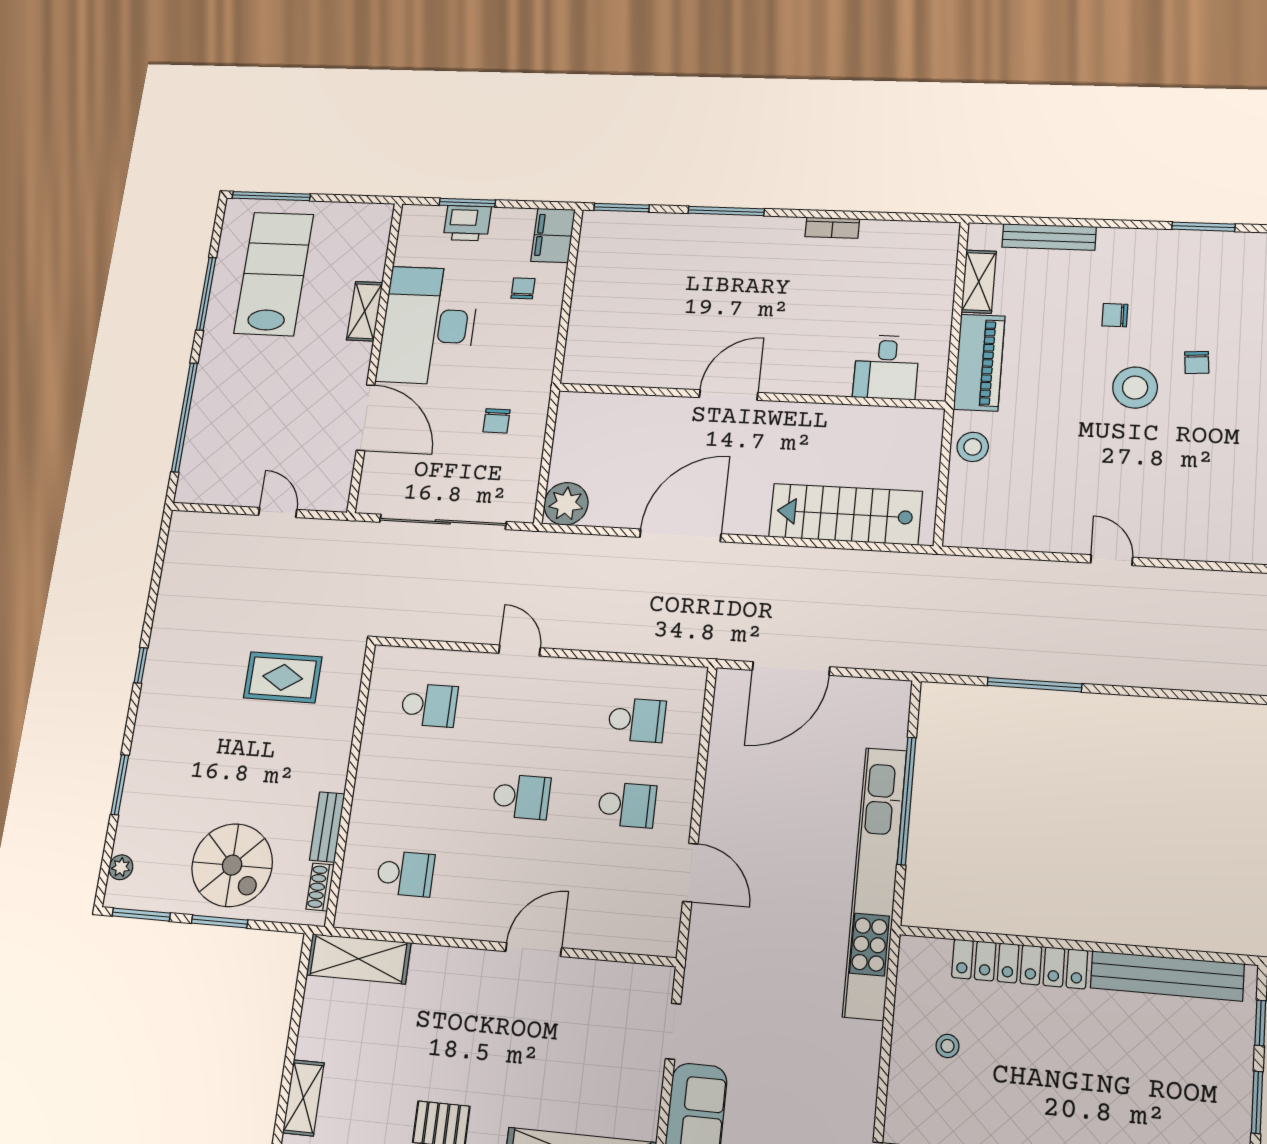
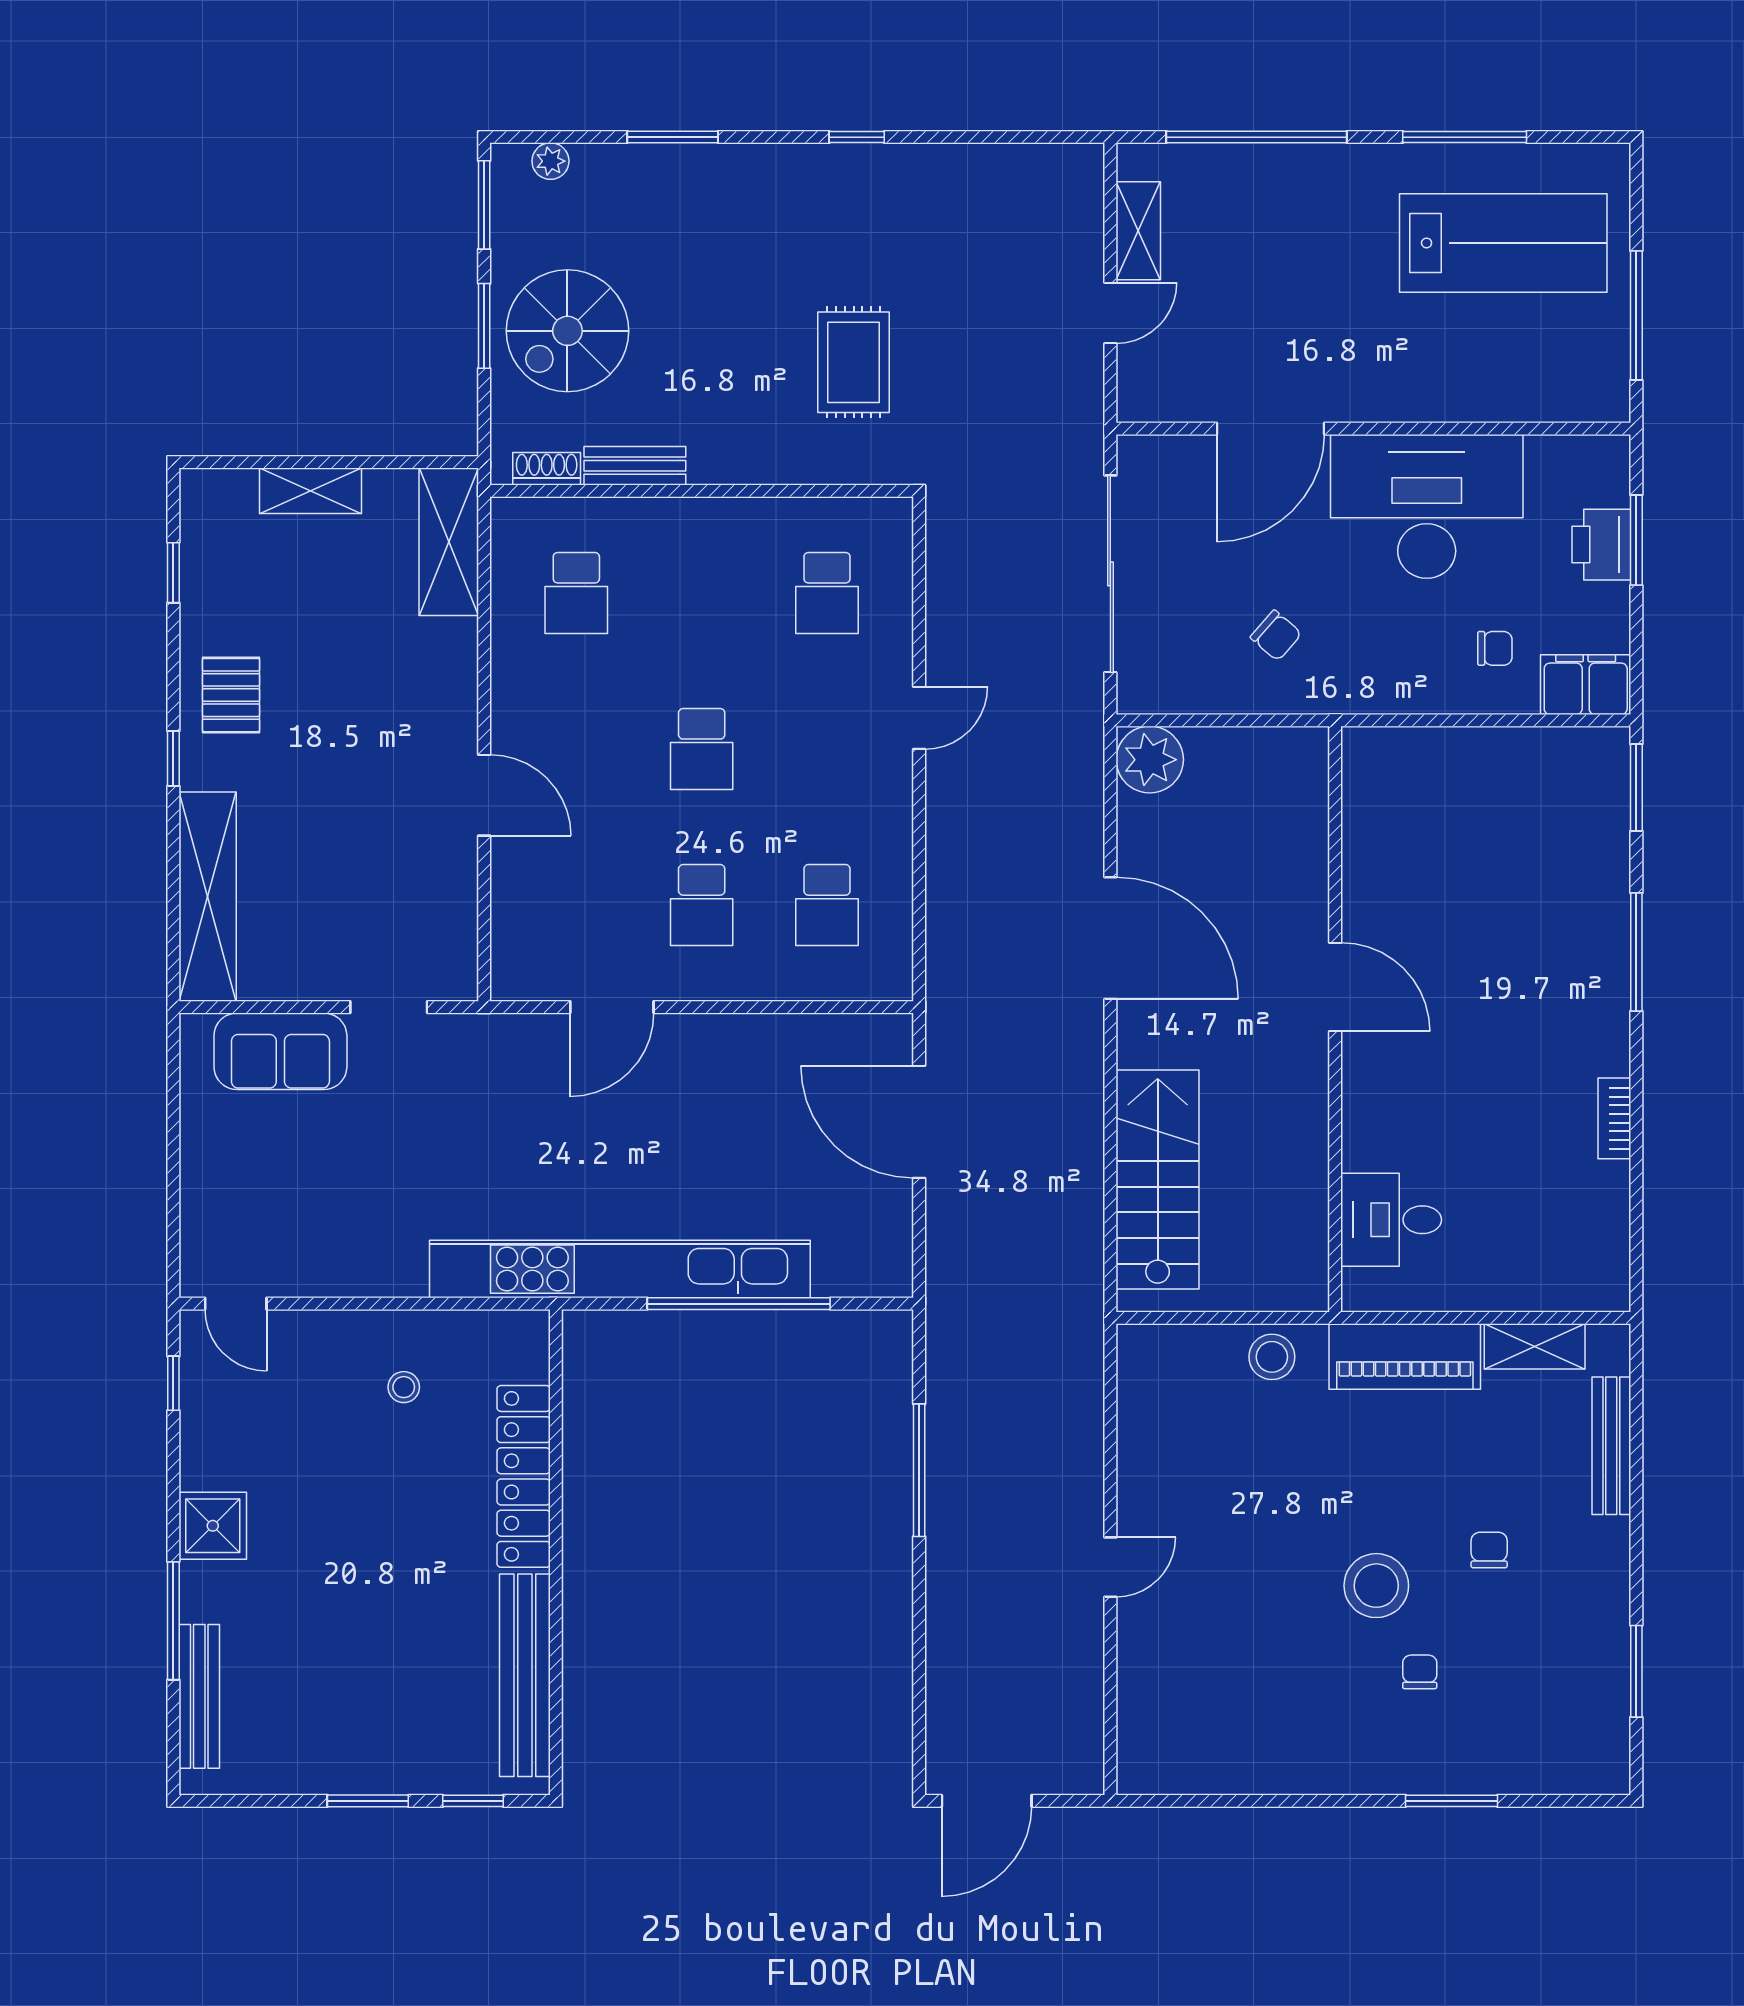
window: (271, 196) -> (1636, 315), moved
shelving: (365, 311) -> (1138, 231), moved, turned 90
chair: (1197, 362) -> (1420, 1672), turned 94
chair: (497, 421) -> (1276, 635), turned -139
shelving: (303, 1098) -> (311, 491), moved

